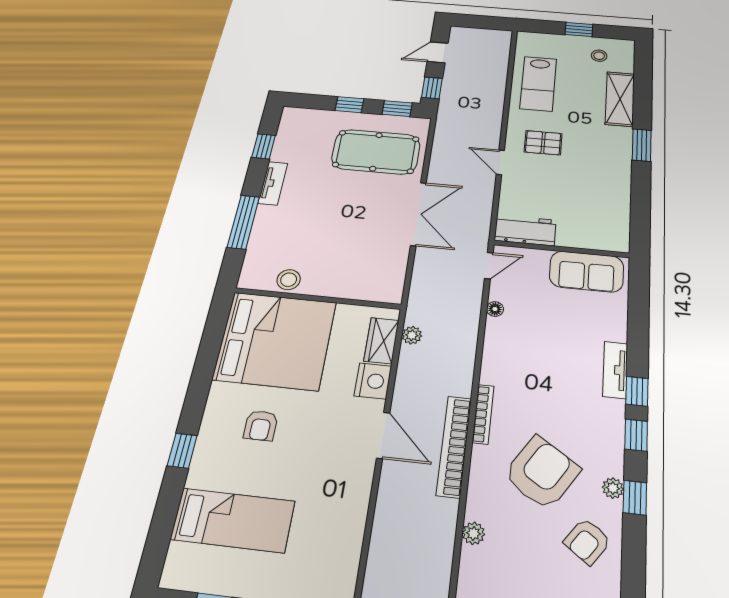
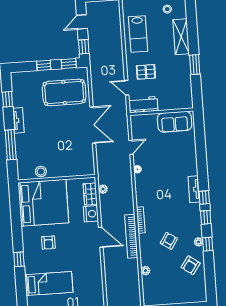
workbench: (525, 230) -> (143, 105), moved
wall: (561, 249) -> (162, 112), moved
sofa: (587, 271) -> (175, 122), moved
armchair: (542, 473) -> (169, 241), width x0.53, depth x0.53

